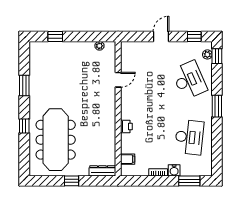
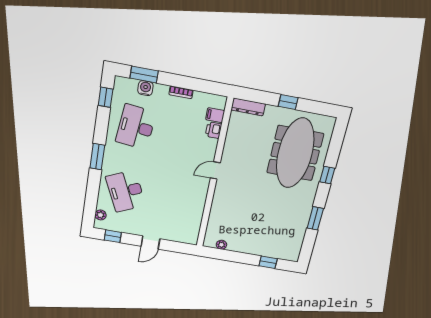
window: (217, 56) -> (106, 97), moved
door: (118, 80) -> (215, 170), moved
printer: (126, 126) -> (214, 130), moved
water cooler: (174, 170) -> (145, 88), moved

